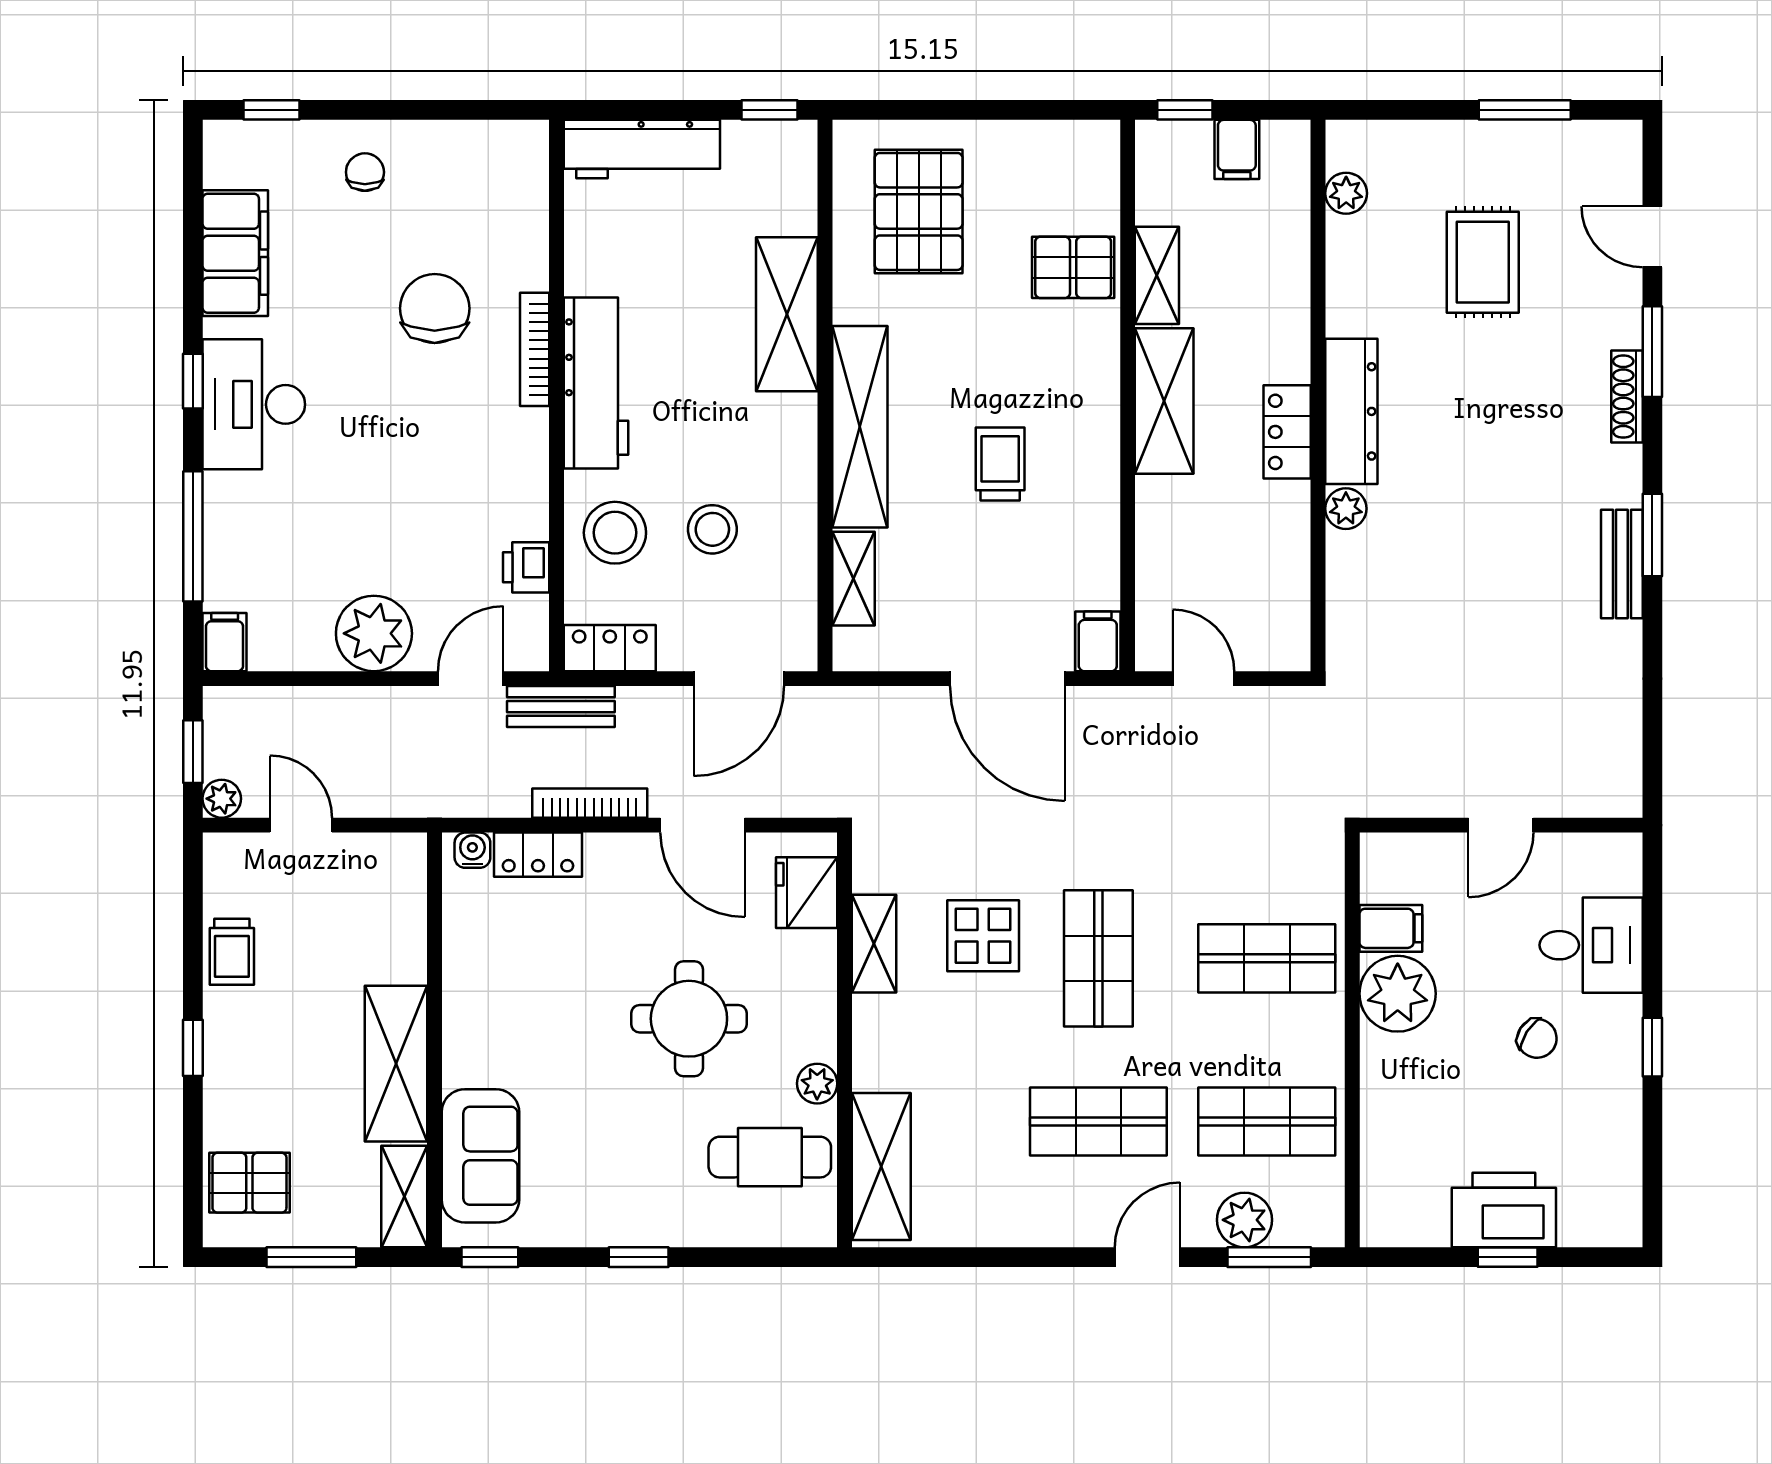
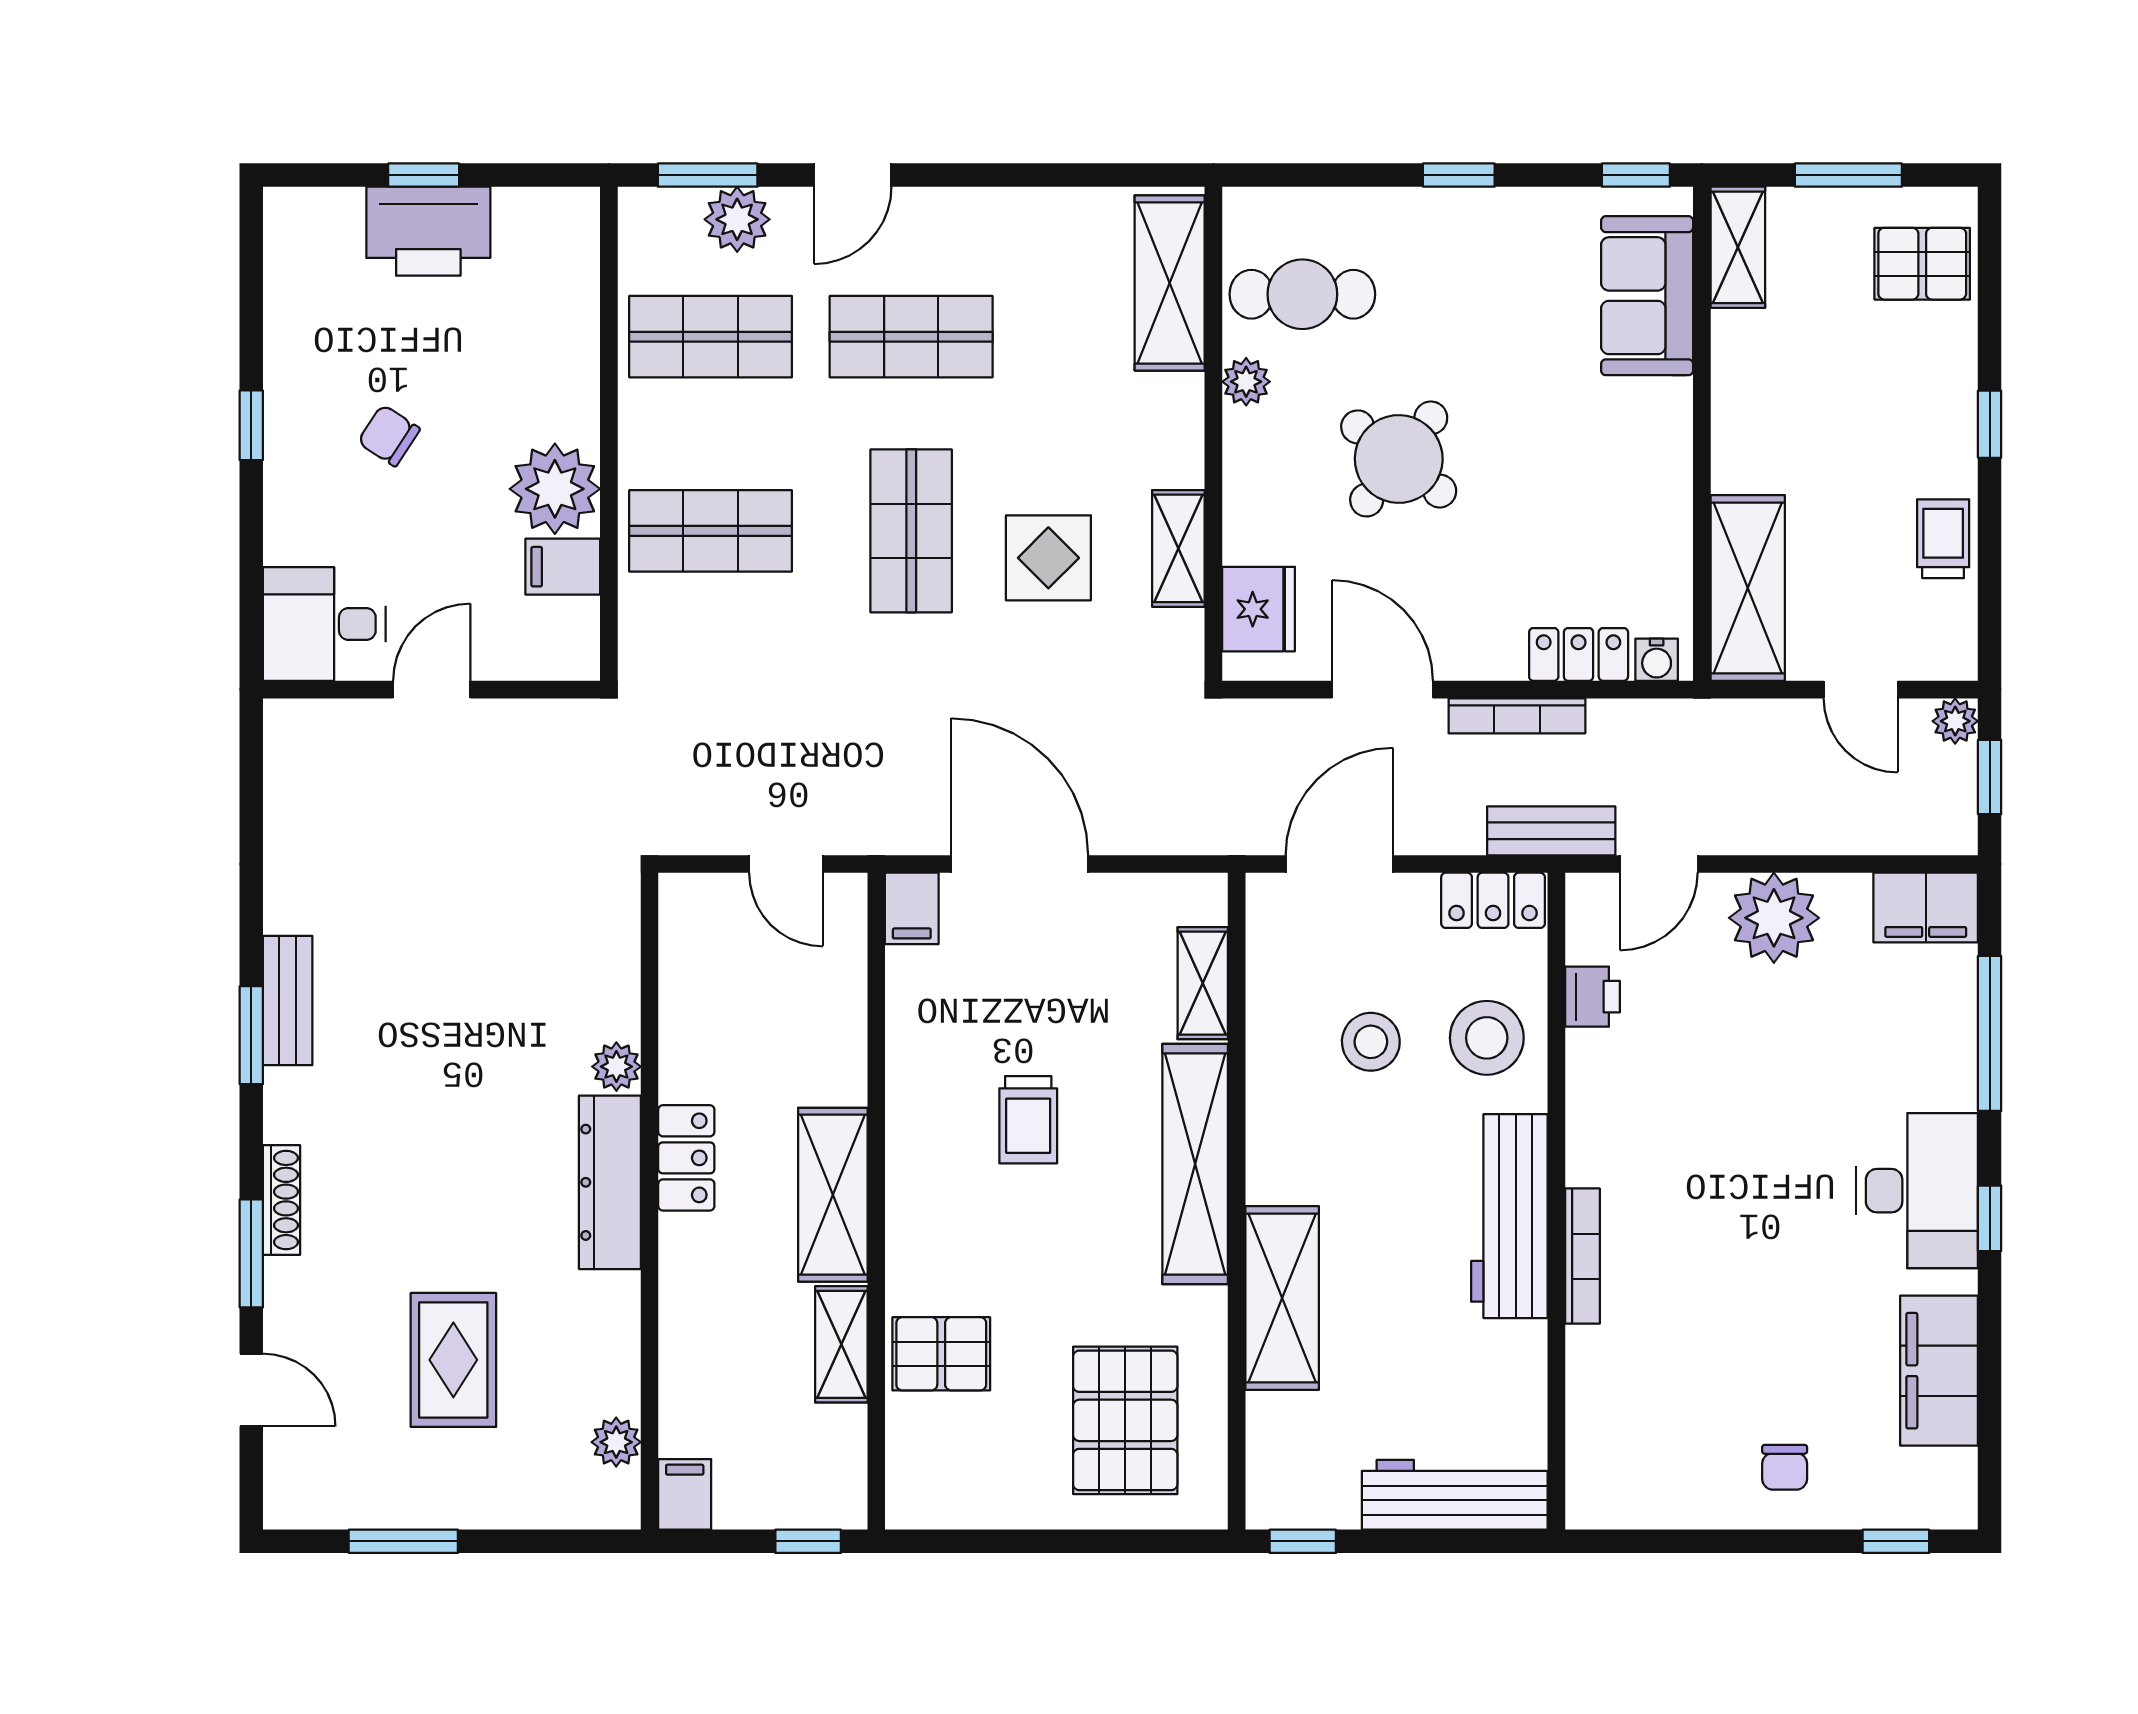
filing cabinet: (1237, 149) -> (685, 1494), moved
chair: (435, 308) -> (1702, 1305), removed
filing cabinet: (225, 642) -> (1926, 908), width x2.00
desk: (1591, 945) -> (324, 624), moved
round table: (689, 1019) -> (1399, 459), turned 38
shelving: (396, 1064) -> (1748, 588), moved

